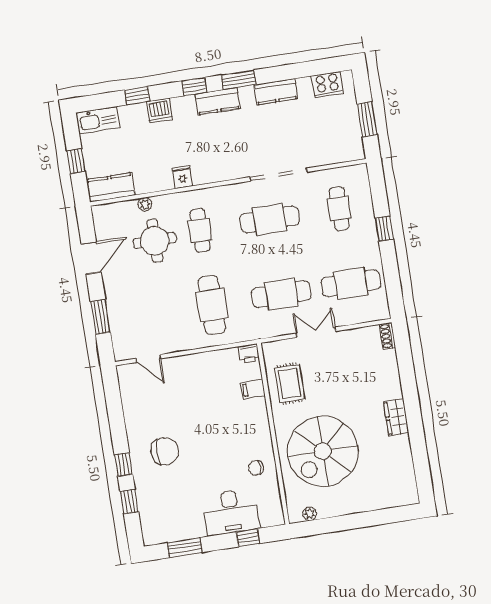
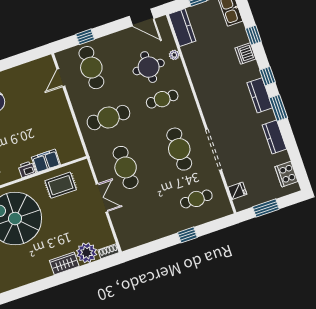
fridge: (182, 177) -> (237, 191), moved
door: (91, 258) -> (142, 17), moved
cafe table: (351, 283) -> (91, 68), moved
window: (100, 317) -> (85, 37), width x0.67
printer: (249, 353) -> (27, 169), moved, turned 90
plant: (384, 365) -> (87, 253), added
filing cabinet: (253, 389) -> (46, 161), width x2.00
wardrobe: (396, 417) -> (64, 263), moved

